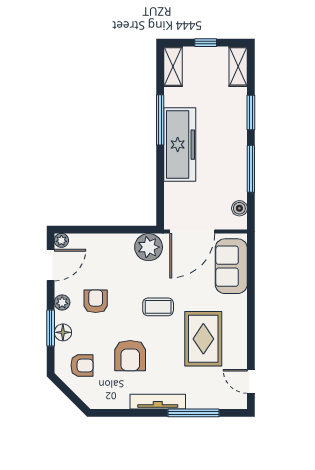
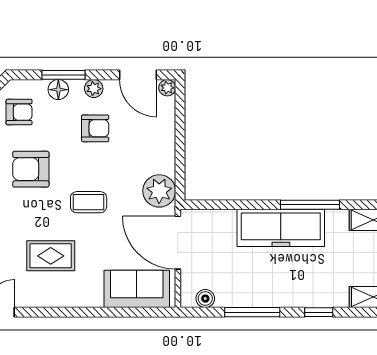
window: (251, 112) -> (319, 312), width x0.67
coffee table: (158, 307) -> (89, 202), turned 90
rug: (203, 339) -> (51, 256), width x0.73, depth x0.70
armchair: (82, 365) -> (19, 112), turned -90

